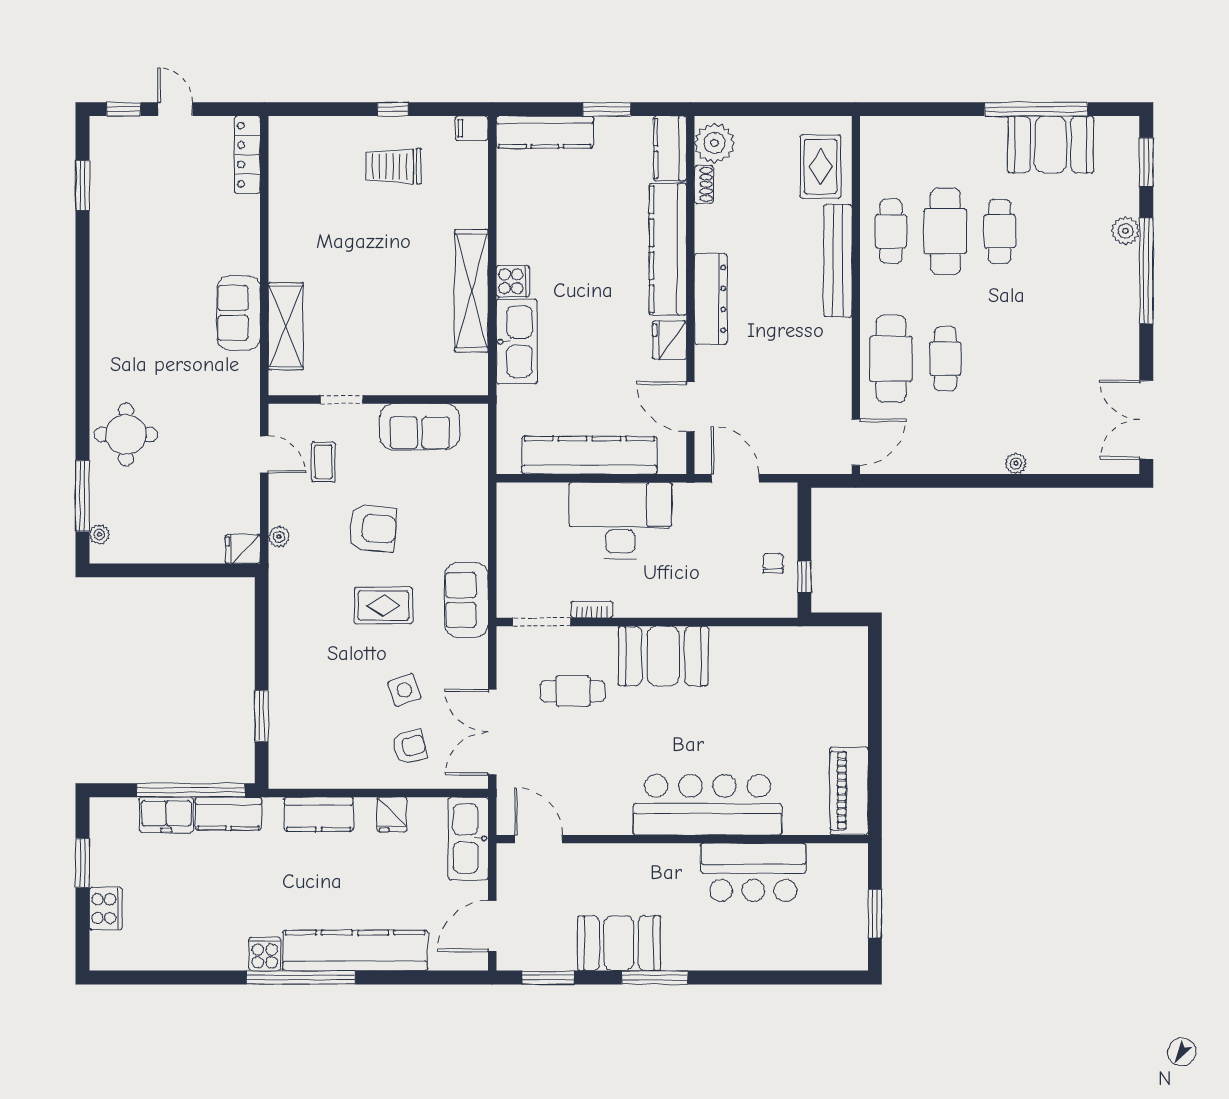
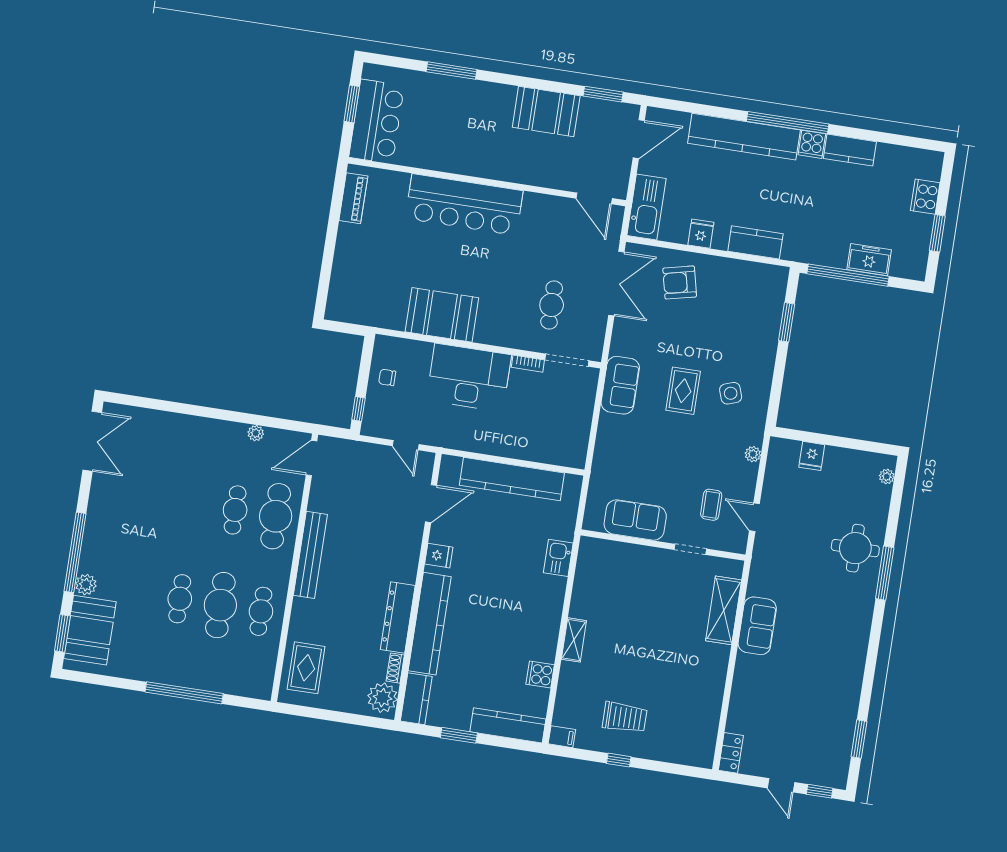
window: (1036, 109) -> (184, 693), moved
booth: (1051, 144) -> (90, 630), moved, turned 90
locker: (247, 155) -> (731, 753), width x0.66
bench: (838, 261) -> (310, 555), moved
cooker: (513, 281) -> (540, 674), moved
shelving: (471, 291) -> (574, 640), width x0.45, depth x0.75
dresser: (711, 299) -> (398, 617), moved
fridge: (669, 340) -> (439, 556), width x0.72
kitchen sink: (517, 342) -> (558, 558), width x0.53, depth x0.81
door: (690, 407) -> (431, 504), hinge flipped
plant: (1016, 463) -> (256, 433), moved
door: (735, 478) -> (406, 445), width x0.73
window: (82, 496) -> (885, 573), moved
desk: (620, 521) -> (469, 377), moved, turned 180
armchair: (373, 528) -> (682, 450), removed
fridge: (243, 549) -> (812, 456), moved, turned 90
chair: (773, 563) -> (387, 377), turned 90
window: (804, 577) -> (358, 409), moved
rug: (383, 606) -> (683, 391), turned 90
booth: (663, 656) -> (442, 315), moved
side table: (404, 690) -> (731, 393), moved
cafe table: (573, 691) -> (552, 305), turned 90
armchair: (410, 746) -> (680, 283), width x1.38, depth x1.38
piano: (849, 791) -> (353, 198), width x0.73, depth x0.75
kitchen counter: (229, 814) -> (850, 150), moved, turned 180
bar counter: (753, 872) -> (377, 121), moved, turned 90
window: (655, 978) -> (451, 71), moved

